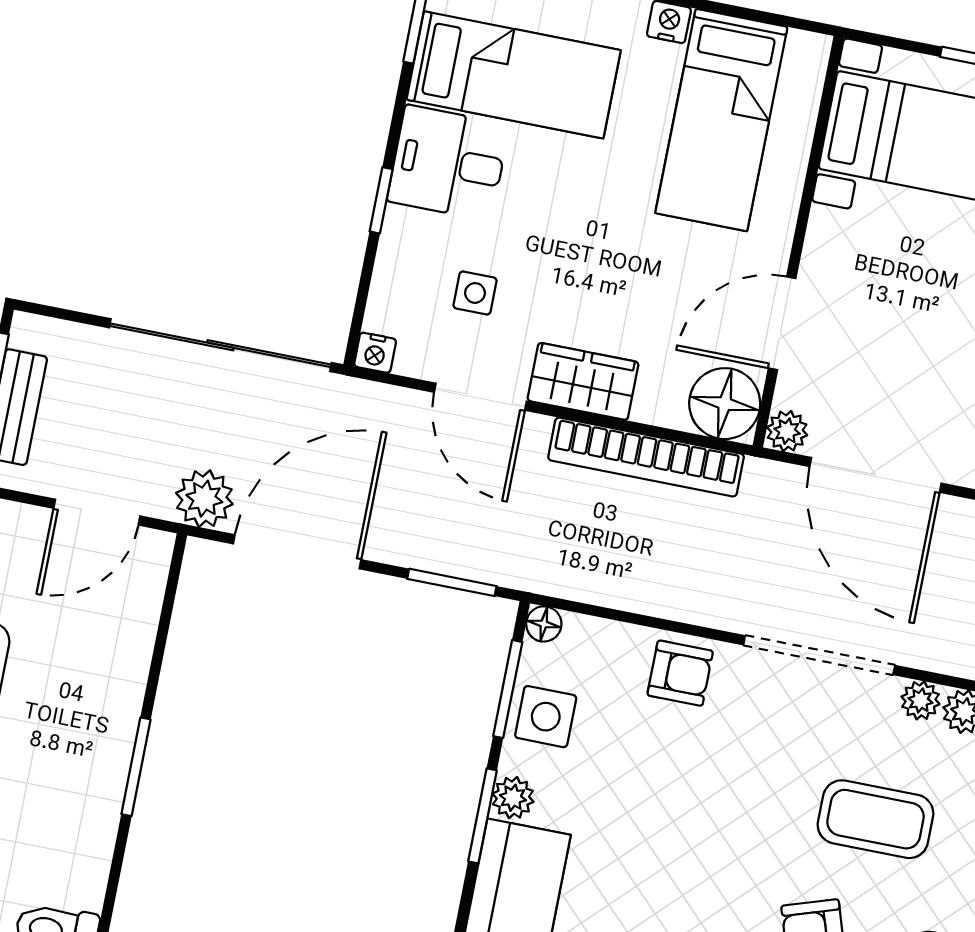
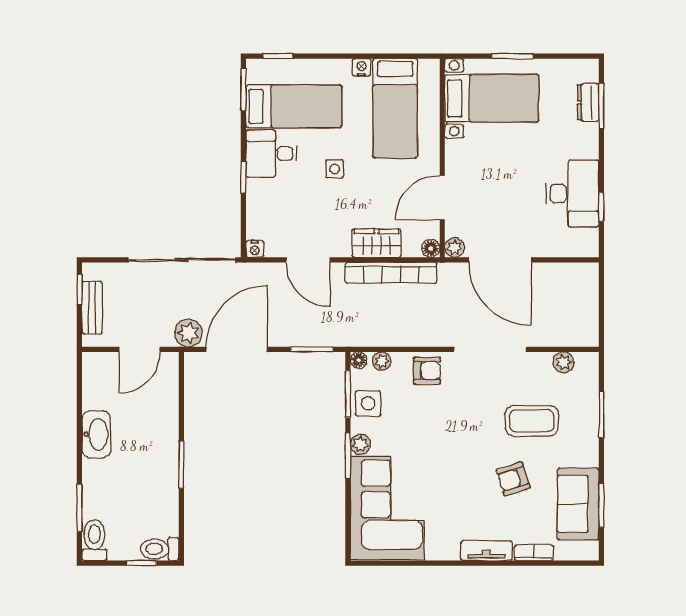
side table: (475, 293) -> (335, 169), moved
wardrobe: (583, 381) -> (376, 243), moved
floor lamp: (725, 404) -> (431, 248), width x0.53, depth x0.53
plant: (920, 700) -> (382, 361), moved

